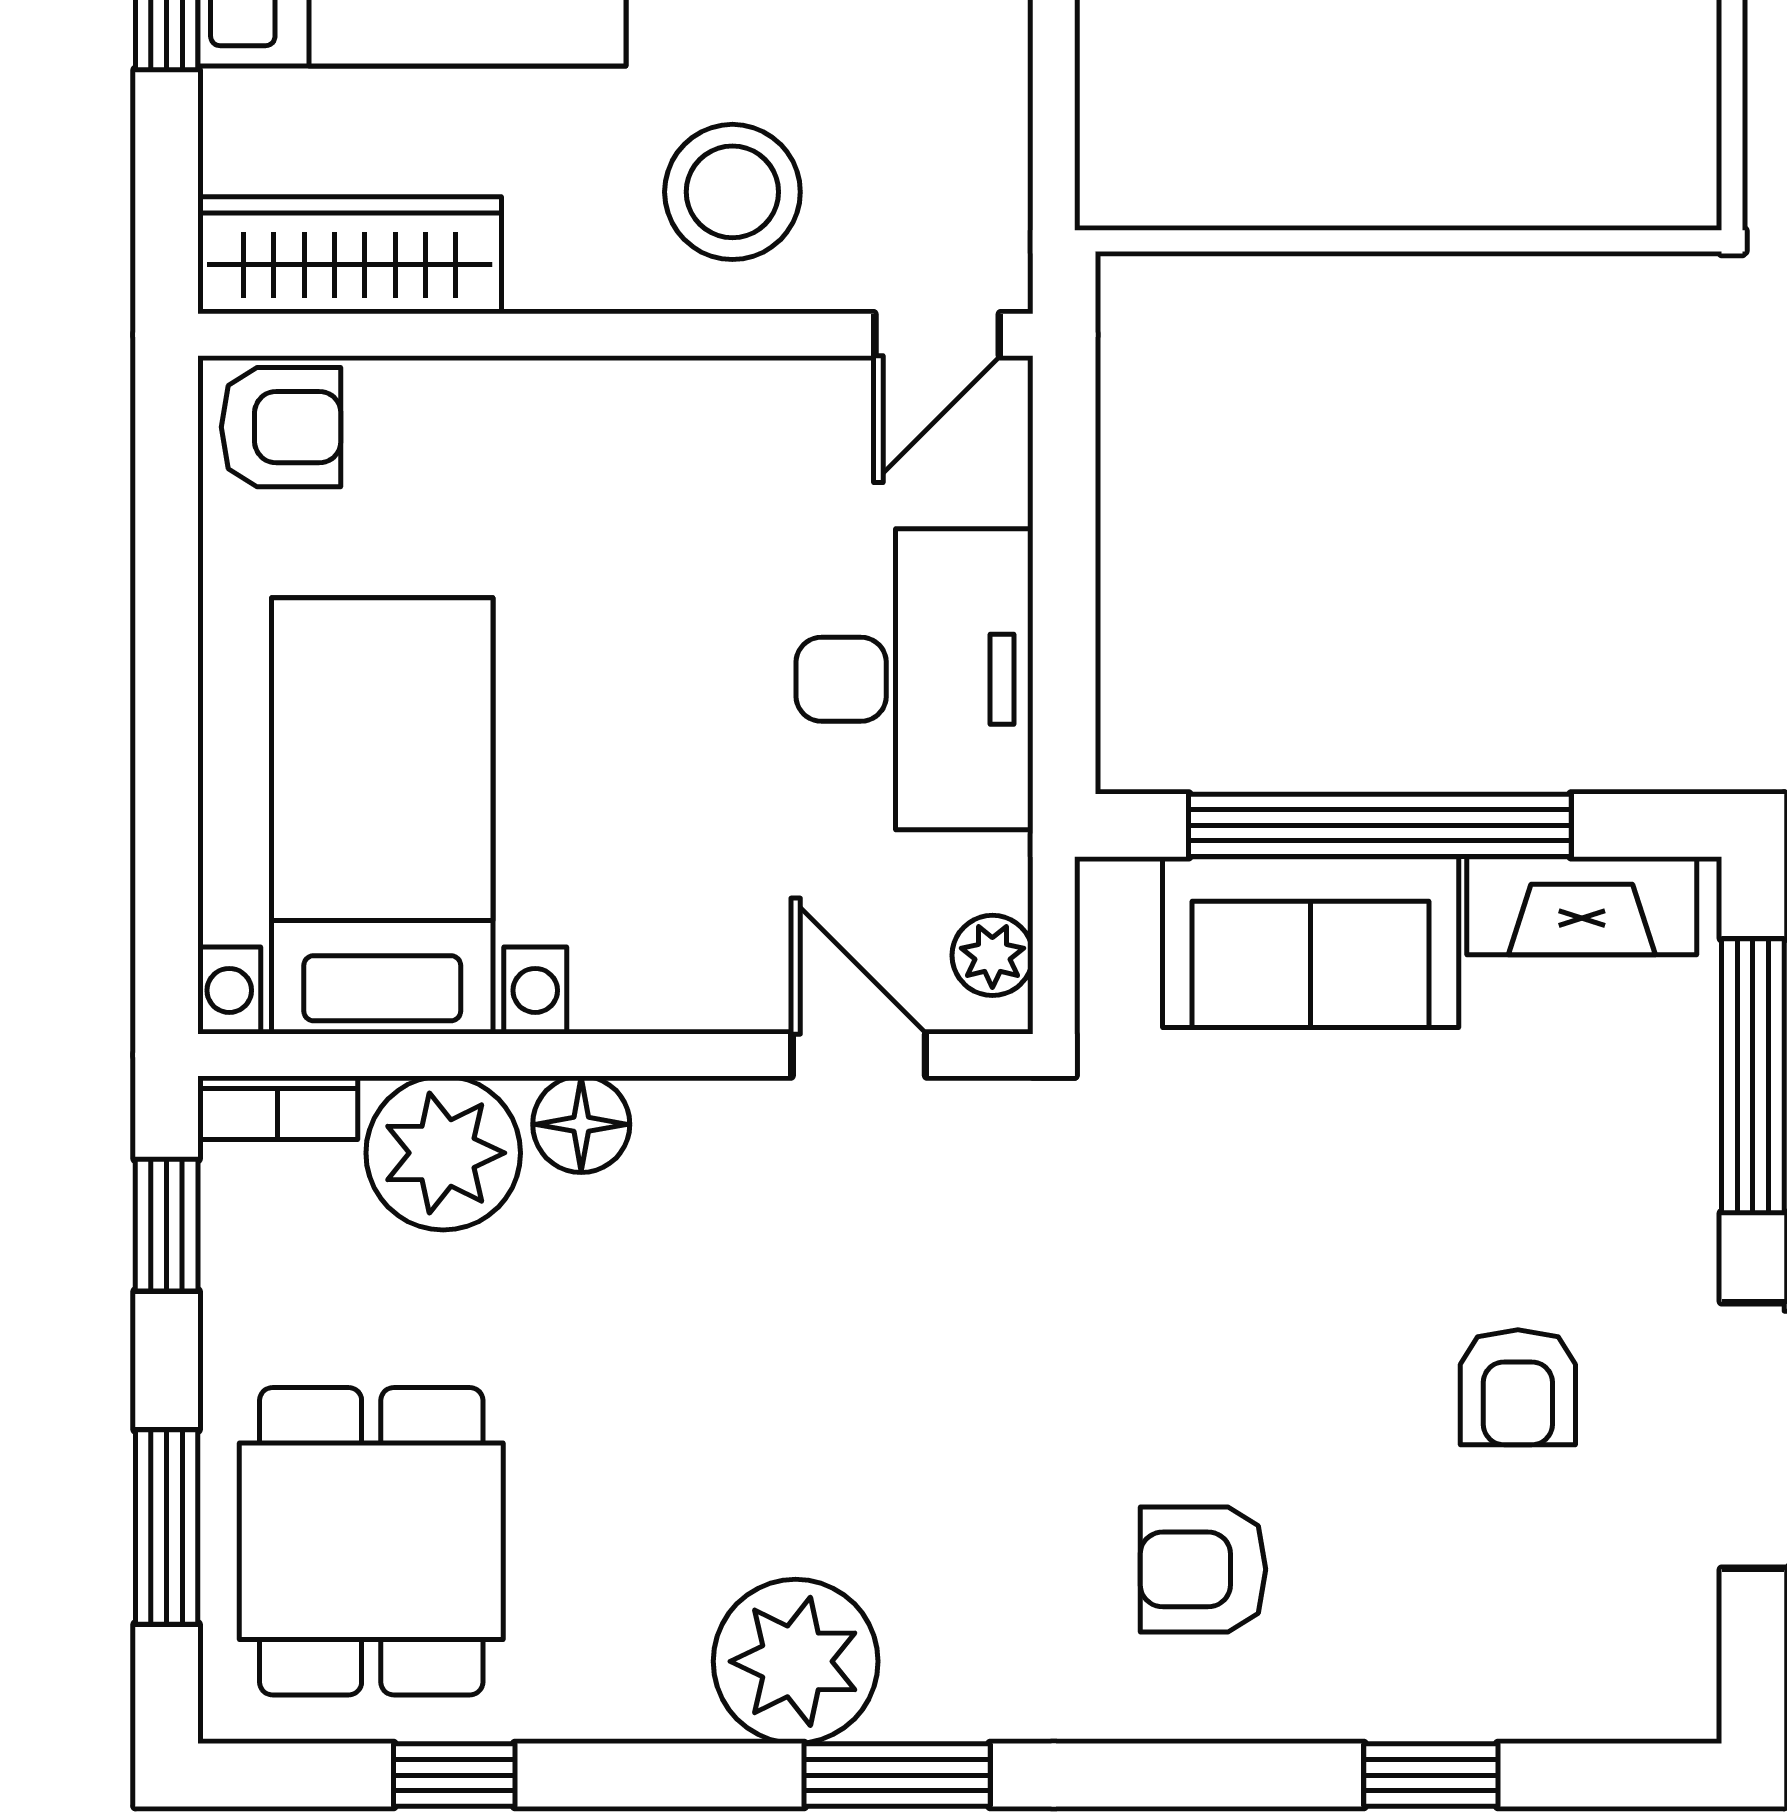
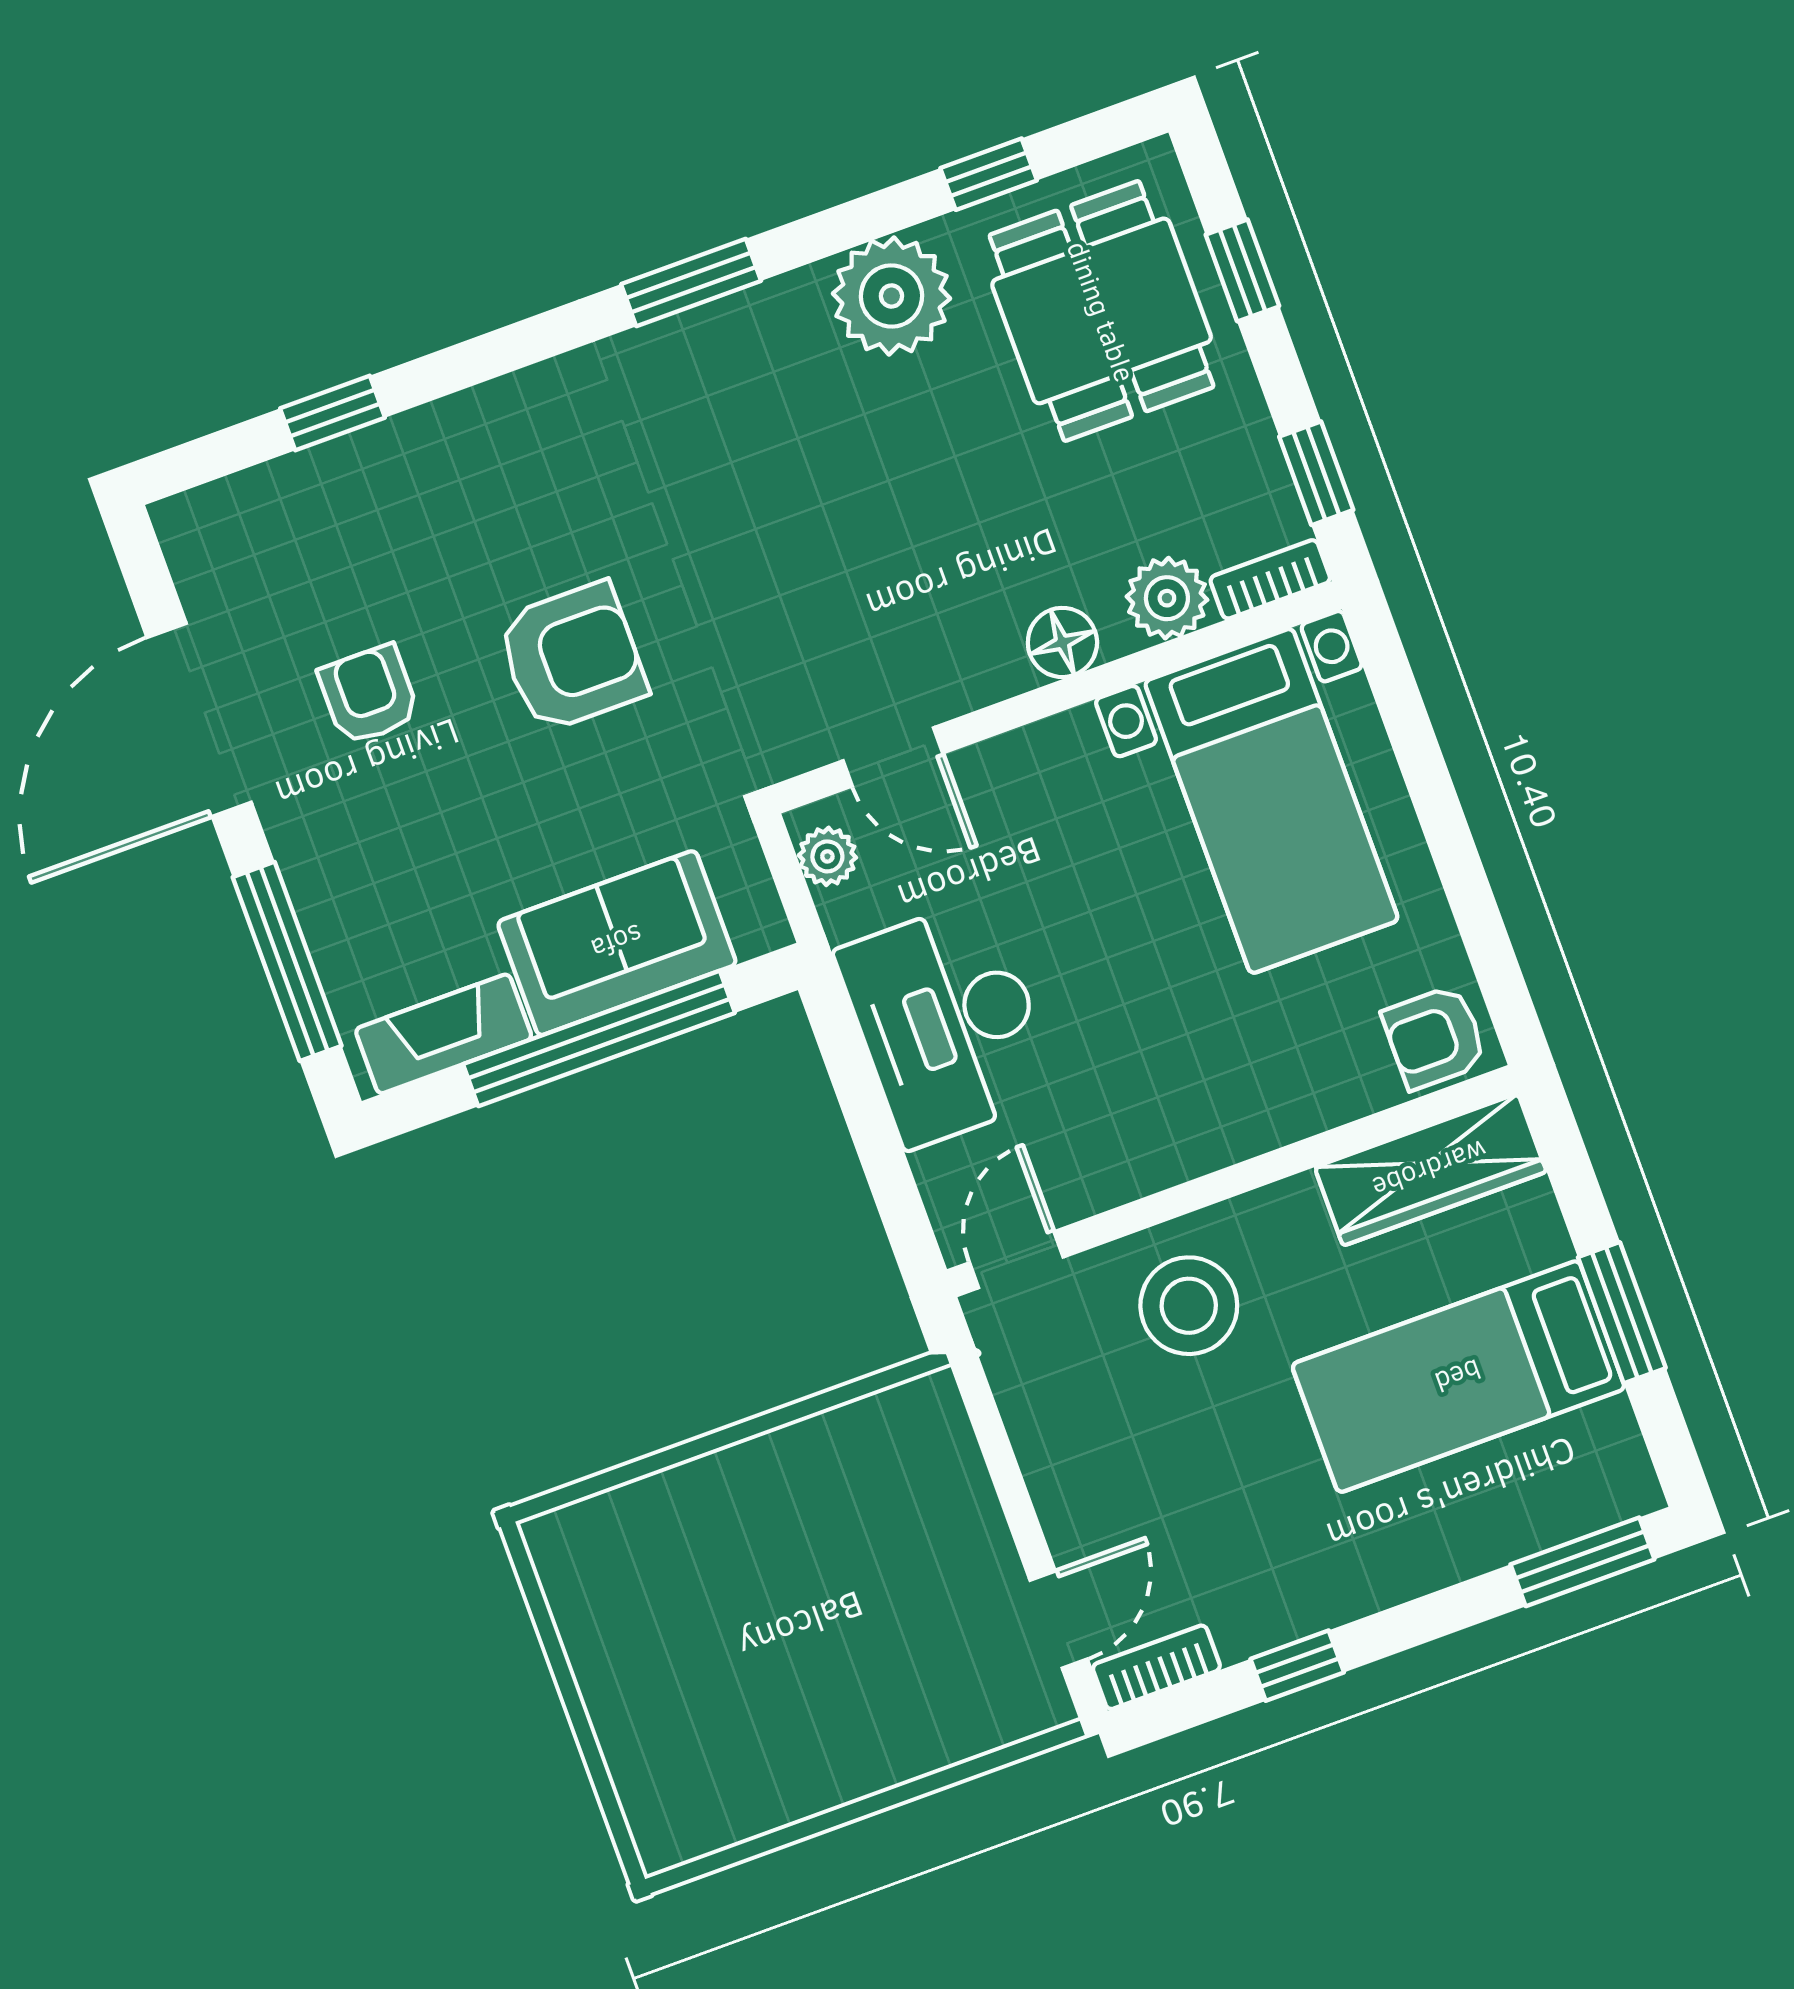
plant: (443, 1153) -> (1167, 598), width x0.73, depth x0.73
window: (167, 1527) -> (1242, 270), width x0.67
armchair: (1203, 1569) -> (572, 657), moved, width x1.38, depth x1.38
plant: (796, 1661) -> (891, 296), moved

